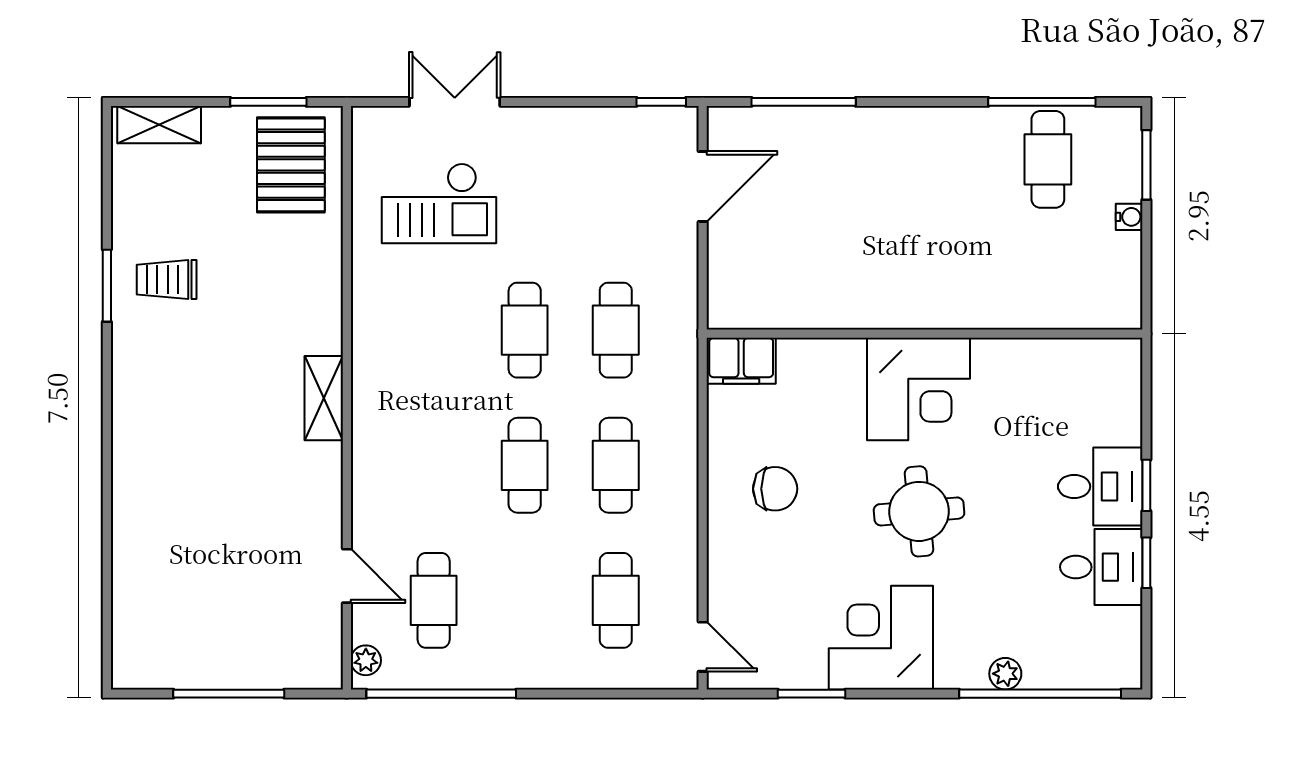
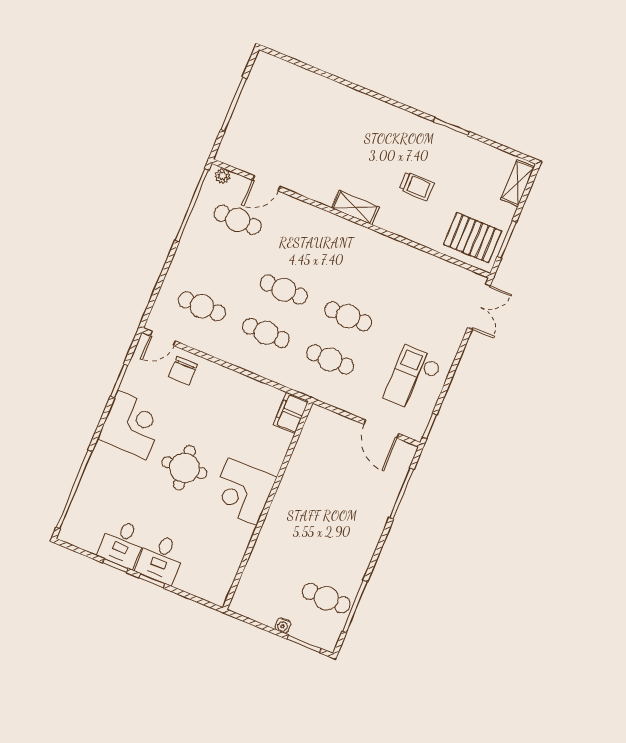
double door: (455, 102) -> (479, 307), moved
checkout: (439, 203) -> (413, 379), moved
trolley: (167, 280) -> (417, 186), moved, turned 90
chair: (775, 489) -> (183, 371), moved
plant: (1005, 674) -> (90, 477), removed

